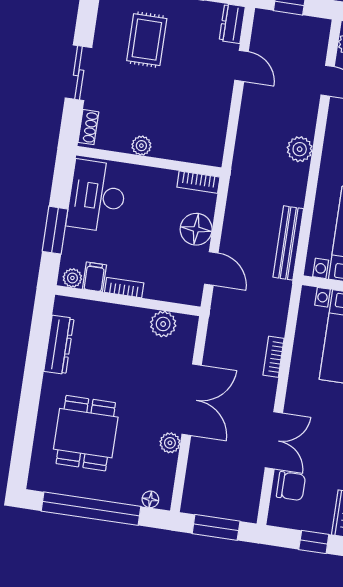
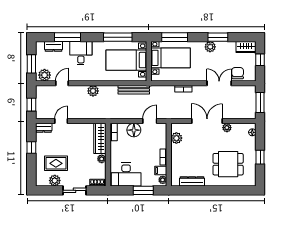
plant: (108, 31) -> (55, 181), added
wardrobe: (189, 149) -> (100, 138), added
window: (91, 509) -> (260, 157), width x0.32

